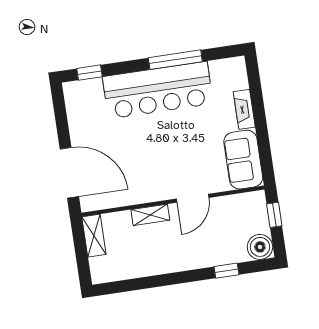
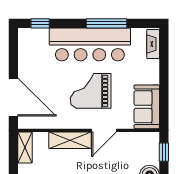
fireplace: (244, 109) -> (153, 44), moved
grand piano: (168, 150) -> (91, 91), added
shelving: (150, 215) -> (70, 140), width x1.50, depth x1.33

